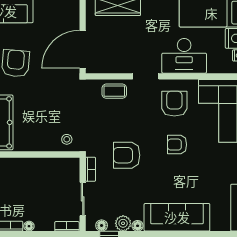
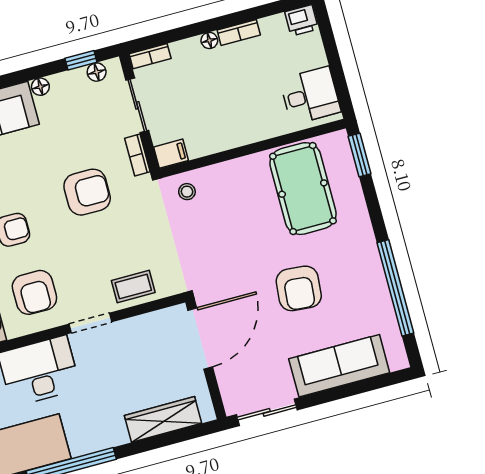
filing cabinet: (70, 165) -> (171, 154), added
plant: (123, 223) -> (64, 84), removed

